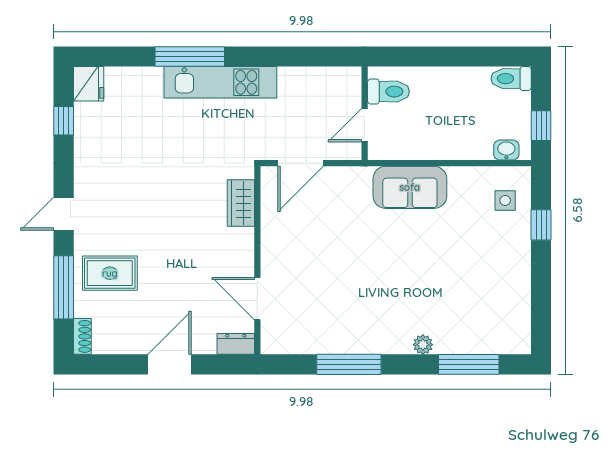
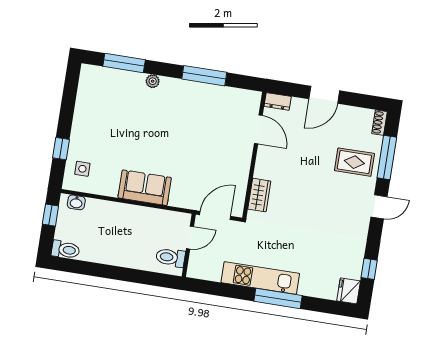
toilet: (388, 92) -> (171, 257), moved
wall: (365, 113) -> (189, 245), moved
door: (365, 125) -> (190, 238), moved

